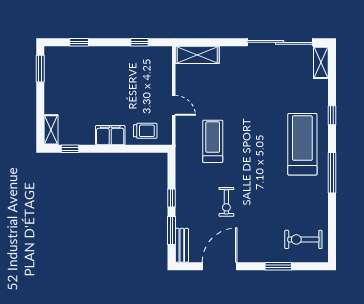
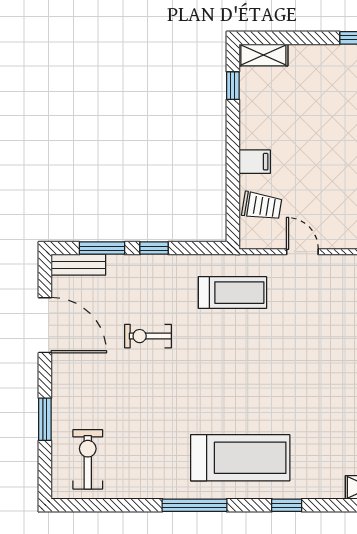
door: (174, 105) -> (302, 252), swing flipped
trolley: (145, 131) -> (262, 206), turned -81
filing cabinet: (110, 135) -> (255, 162), width x0.50
treadmill: (213, 141) -> (232, 293), moved

